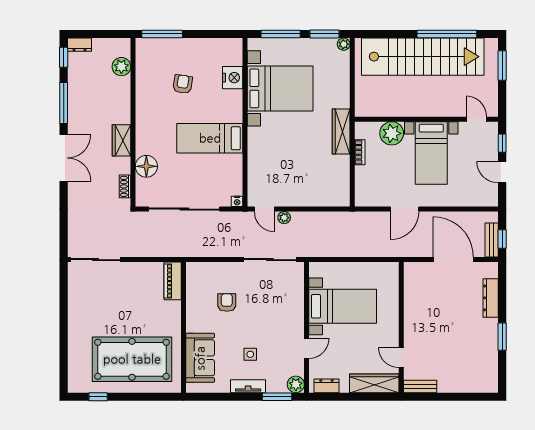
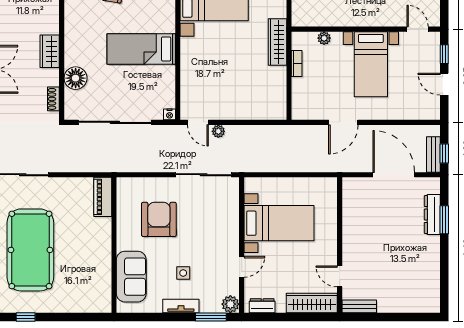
plant: (392, 133) -> (324, 38), width x0.53, depth x0.53
armchair: (227, 303) -> (159, 219), width x1.88, depth x1.88
window: (502, 337) -> (444, 220), moved
pool table: (132, 359) -> (30, 250), moved, turned 90

